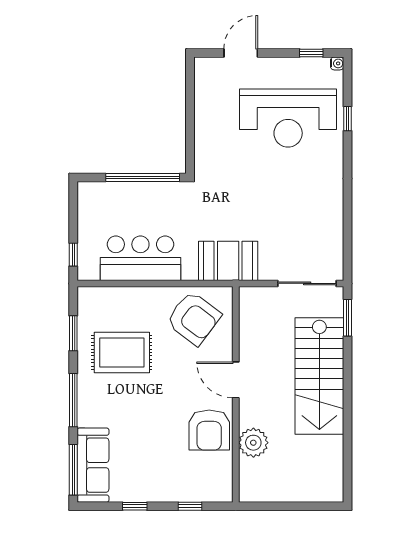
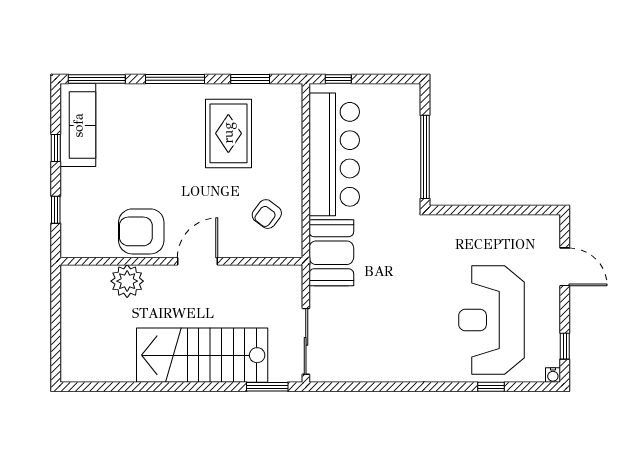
bar counter: (140, 258) -> (334, 154), width x1.36
armchair: (194, 318) -> (267, 214), width x0.53, depth x0.53
sofa: (93, 465) -> (78, 125), moved, turned -90

